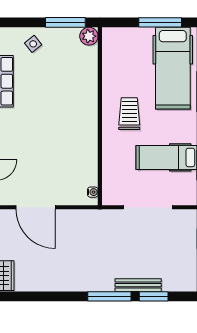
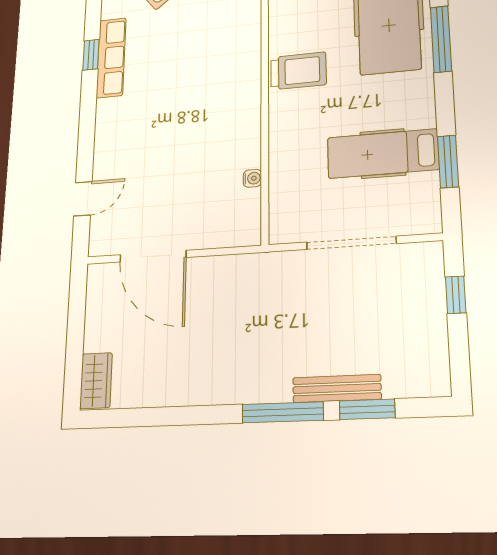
trolley: (129, 114) -> (298, 71), moved, turned 90
water cooler: (93, 192) -> (252, 178), moved

